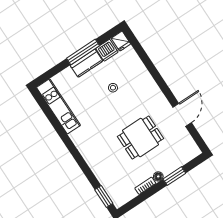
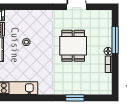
window: (174, 176) -> (115, 40), width x1.44
window: (104, 197) -> (75, 98), moved

